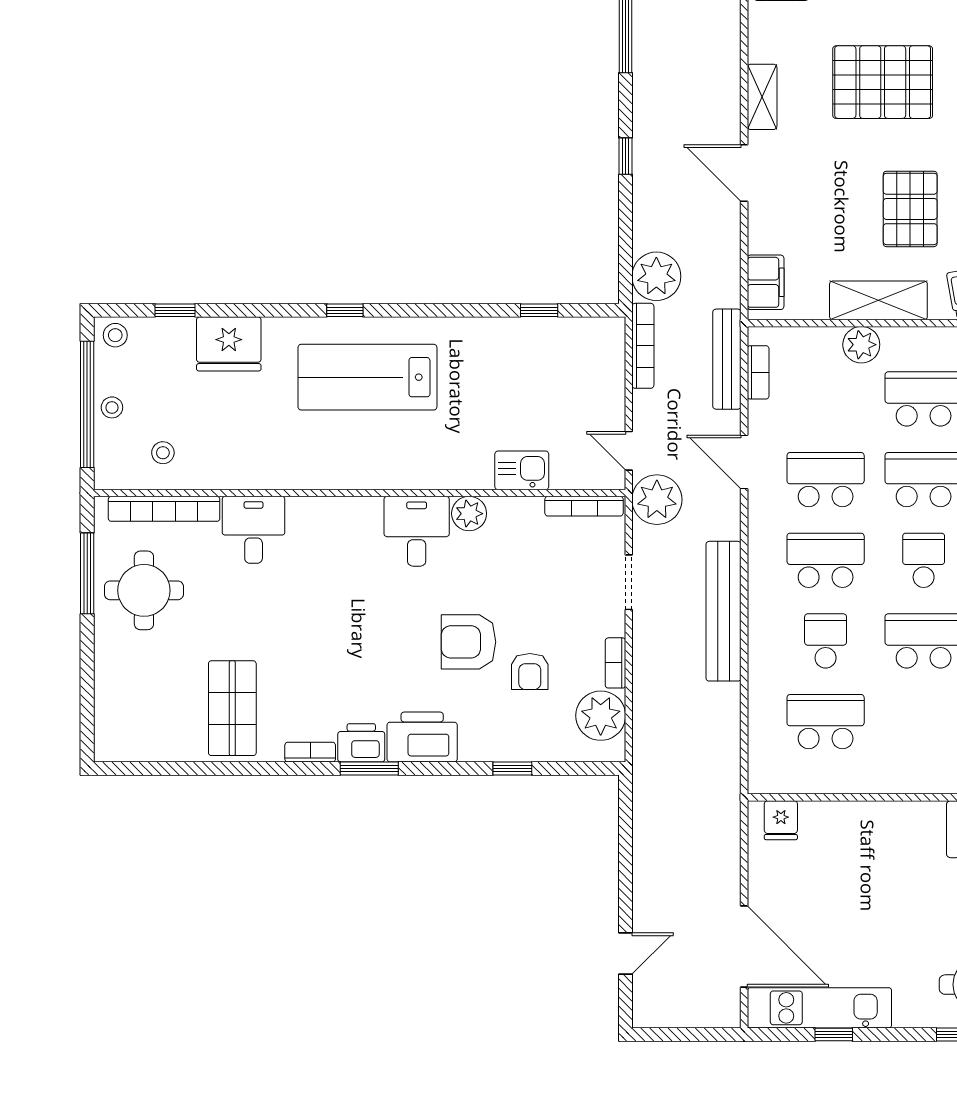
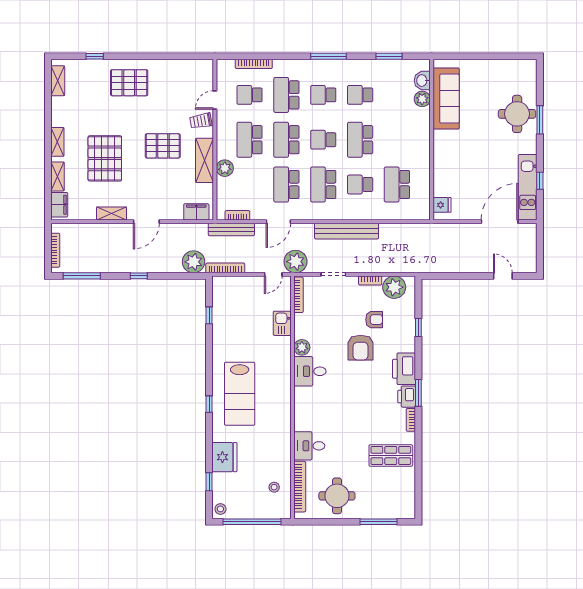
stool: (112, 407) -> (253, 510), removed
window: (87, 573) -> (379, 522), moved

